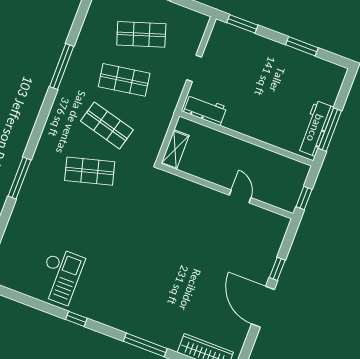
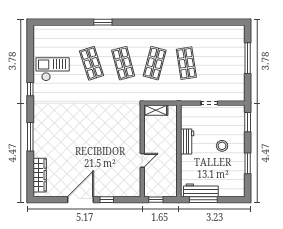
shop shelf: (141, 34) -> (91, 63), moved
window: (62, 66) -> (180, 22), removed
stool: (263, 74) -> (222, 146), added
workbench: (205, 109) -> (187, 141), moved
window: (20, 178) -> (103, 22), width x0.69
checkout: (60, 276) -> (53, 69), turned 180

